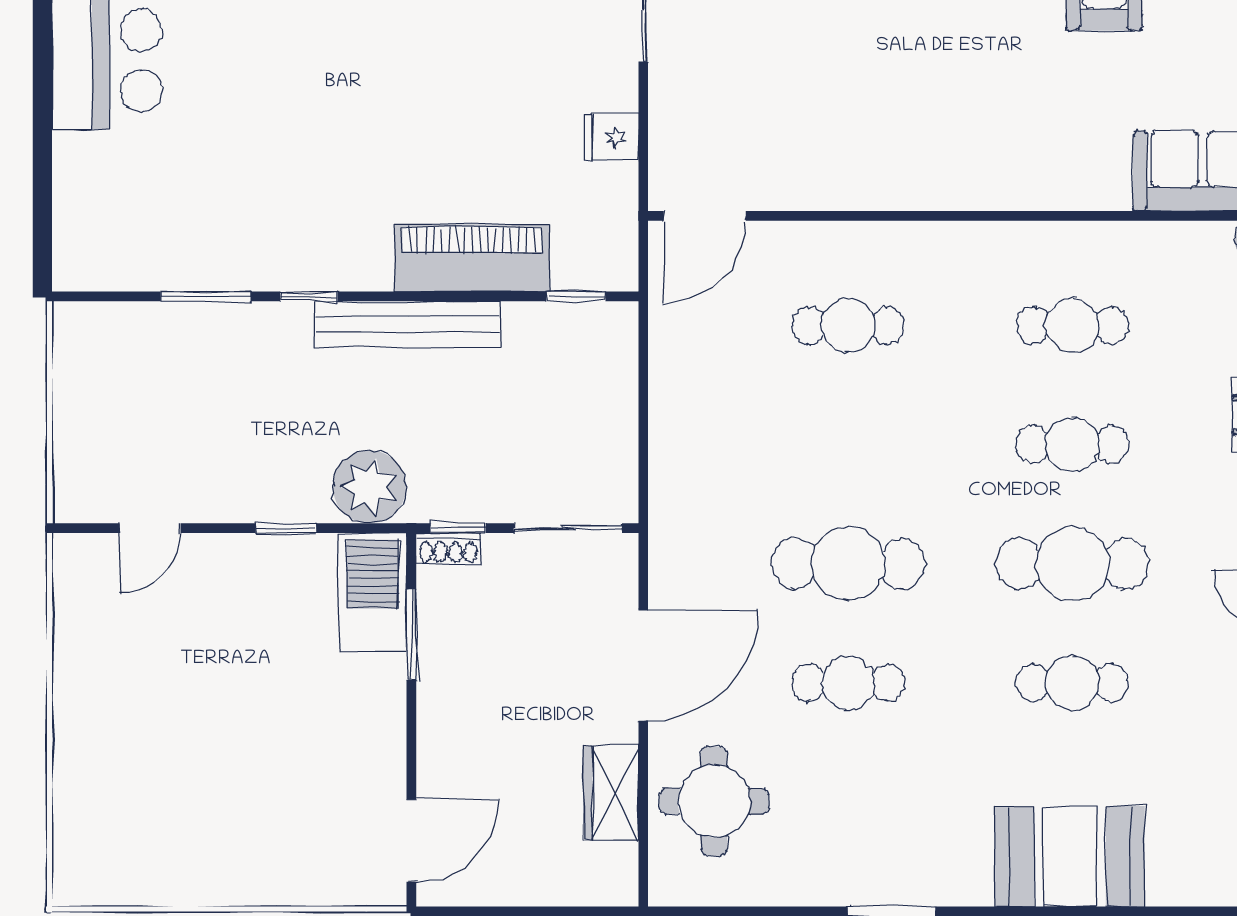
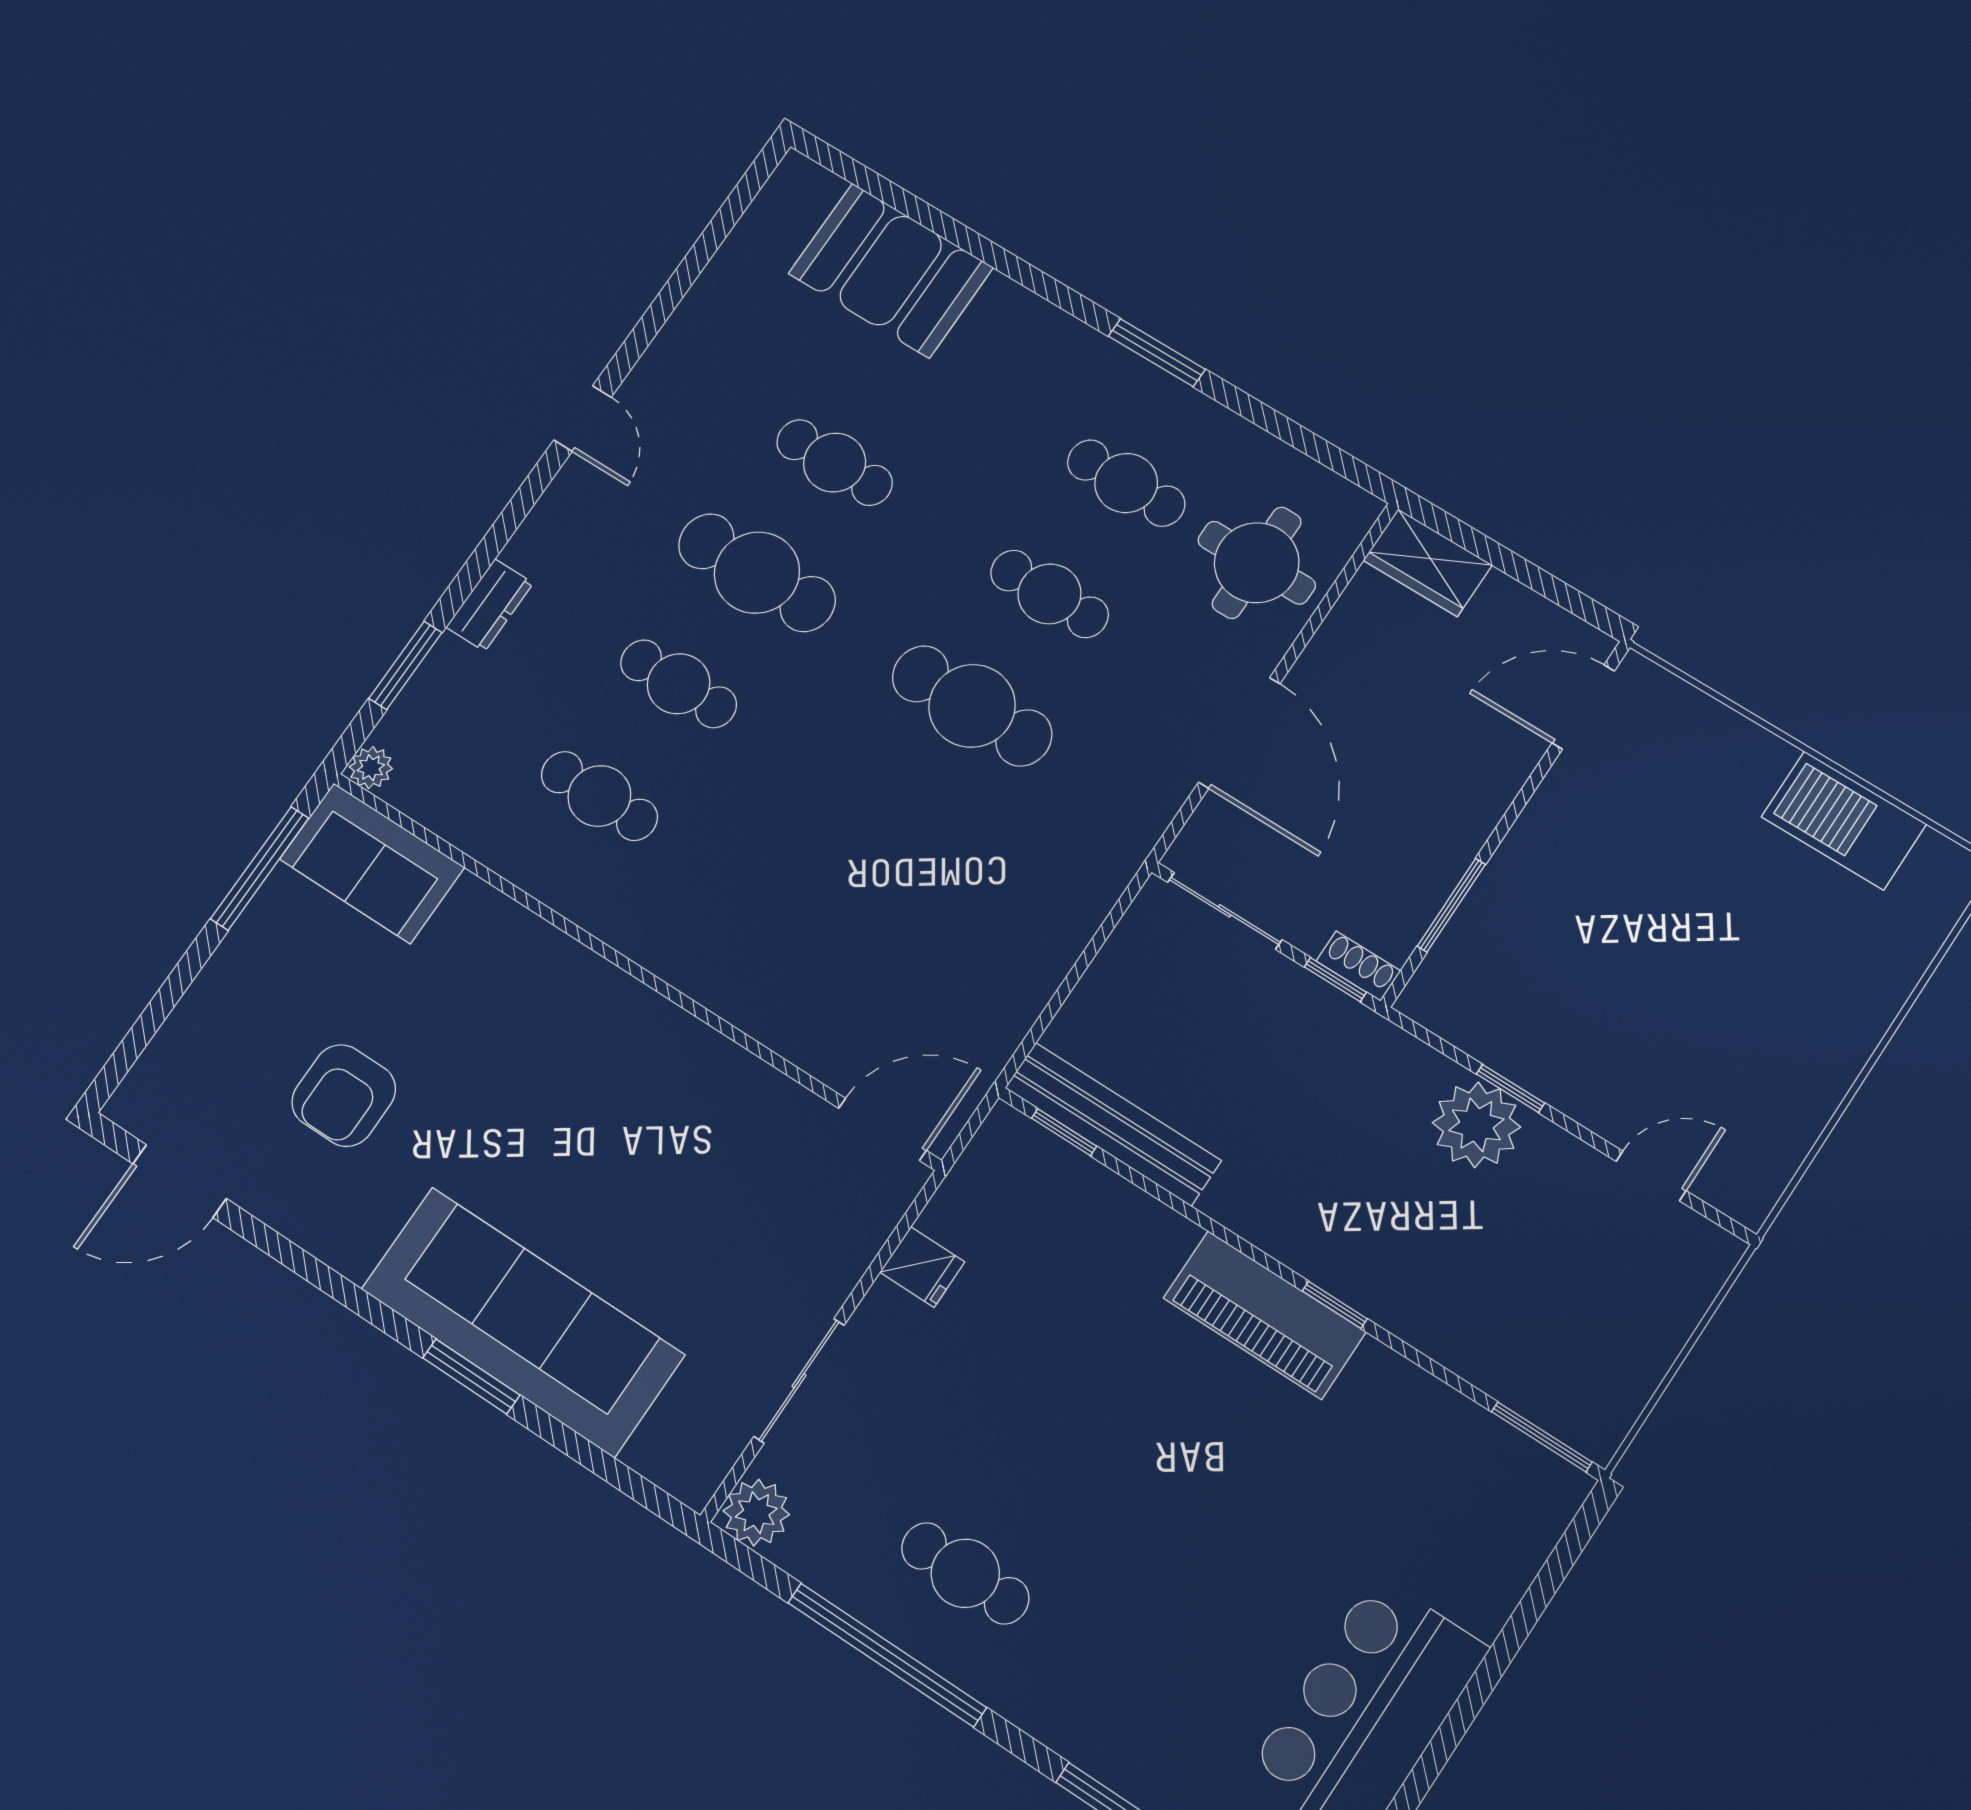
piano: (472, 258) -> (1265, 1315), moved
window: (206, 296) -> (1542, 1437), moved
bench: (407, 324) -> (1113, 1124), moved
cafe table: (848, 325) -> (1126, 483), moved
plant: (370, 487) -> (1476, 1125), moved
barbecue: (373, 592) -> (1844, 820), moved, turned 90
door: (643, 666) -> (1239, 733), swing flipped
wardrobe: (611, 793) -> (1428, 563), moved, turned 90
booth: (1070, 856) -> (891, 271), moved

